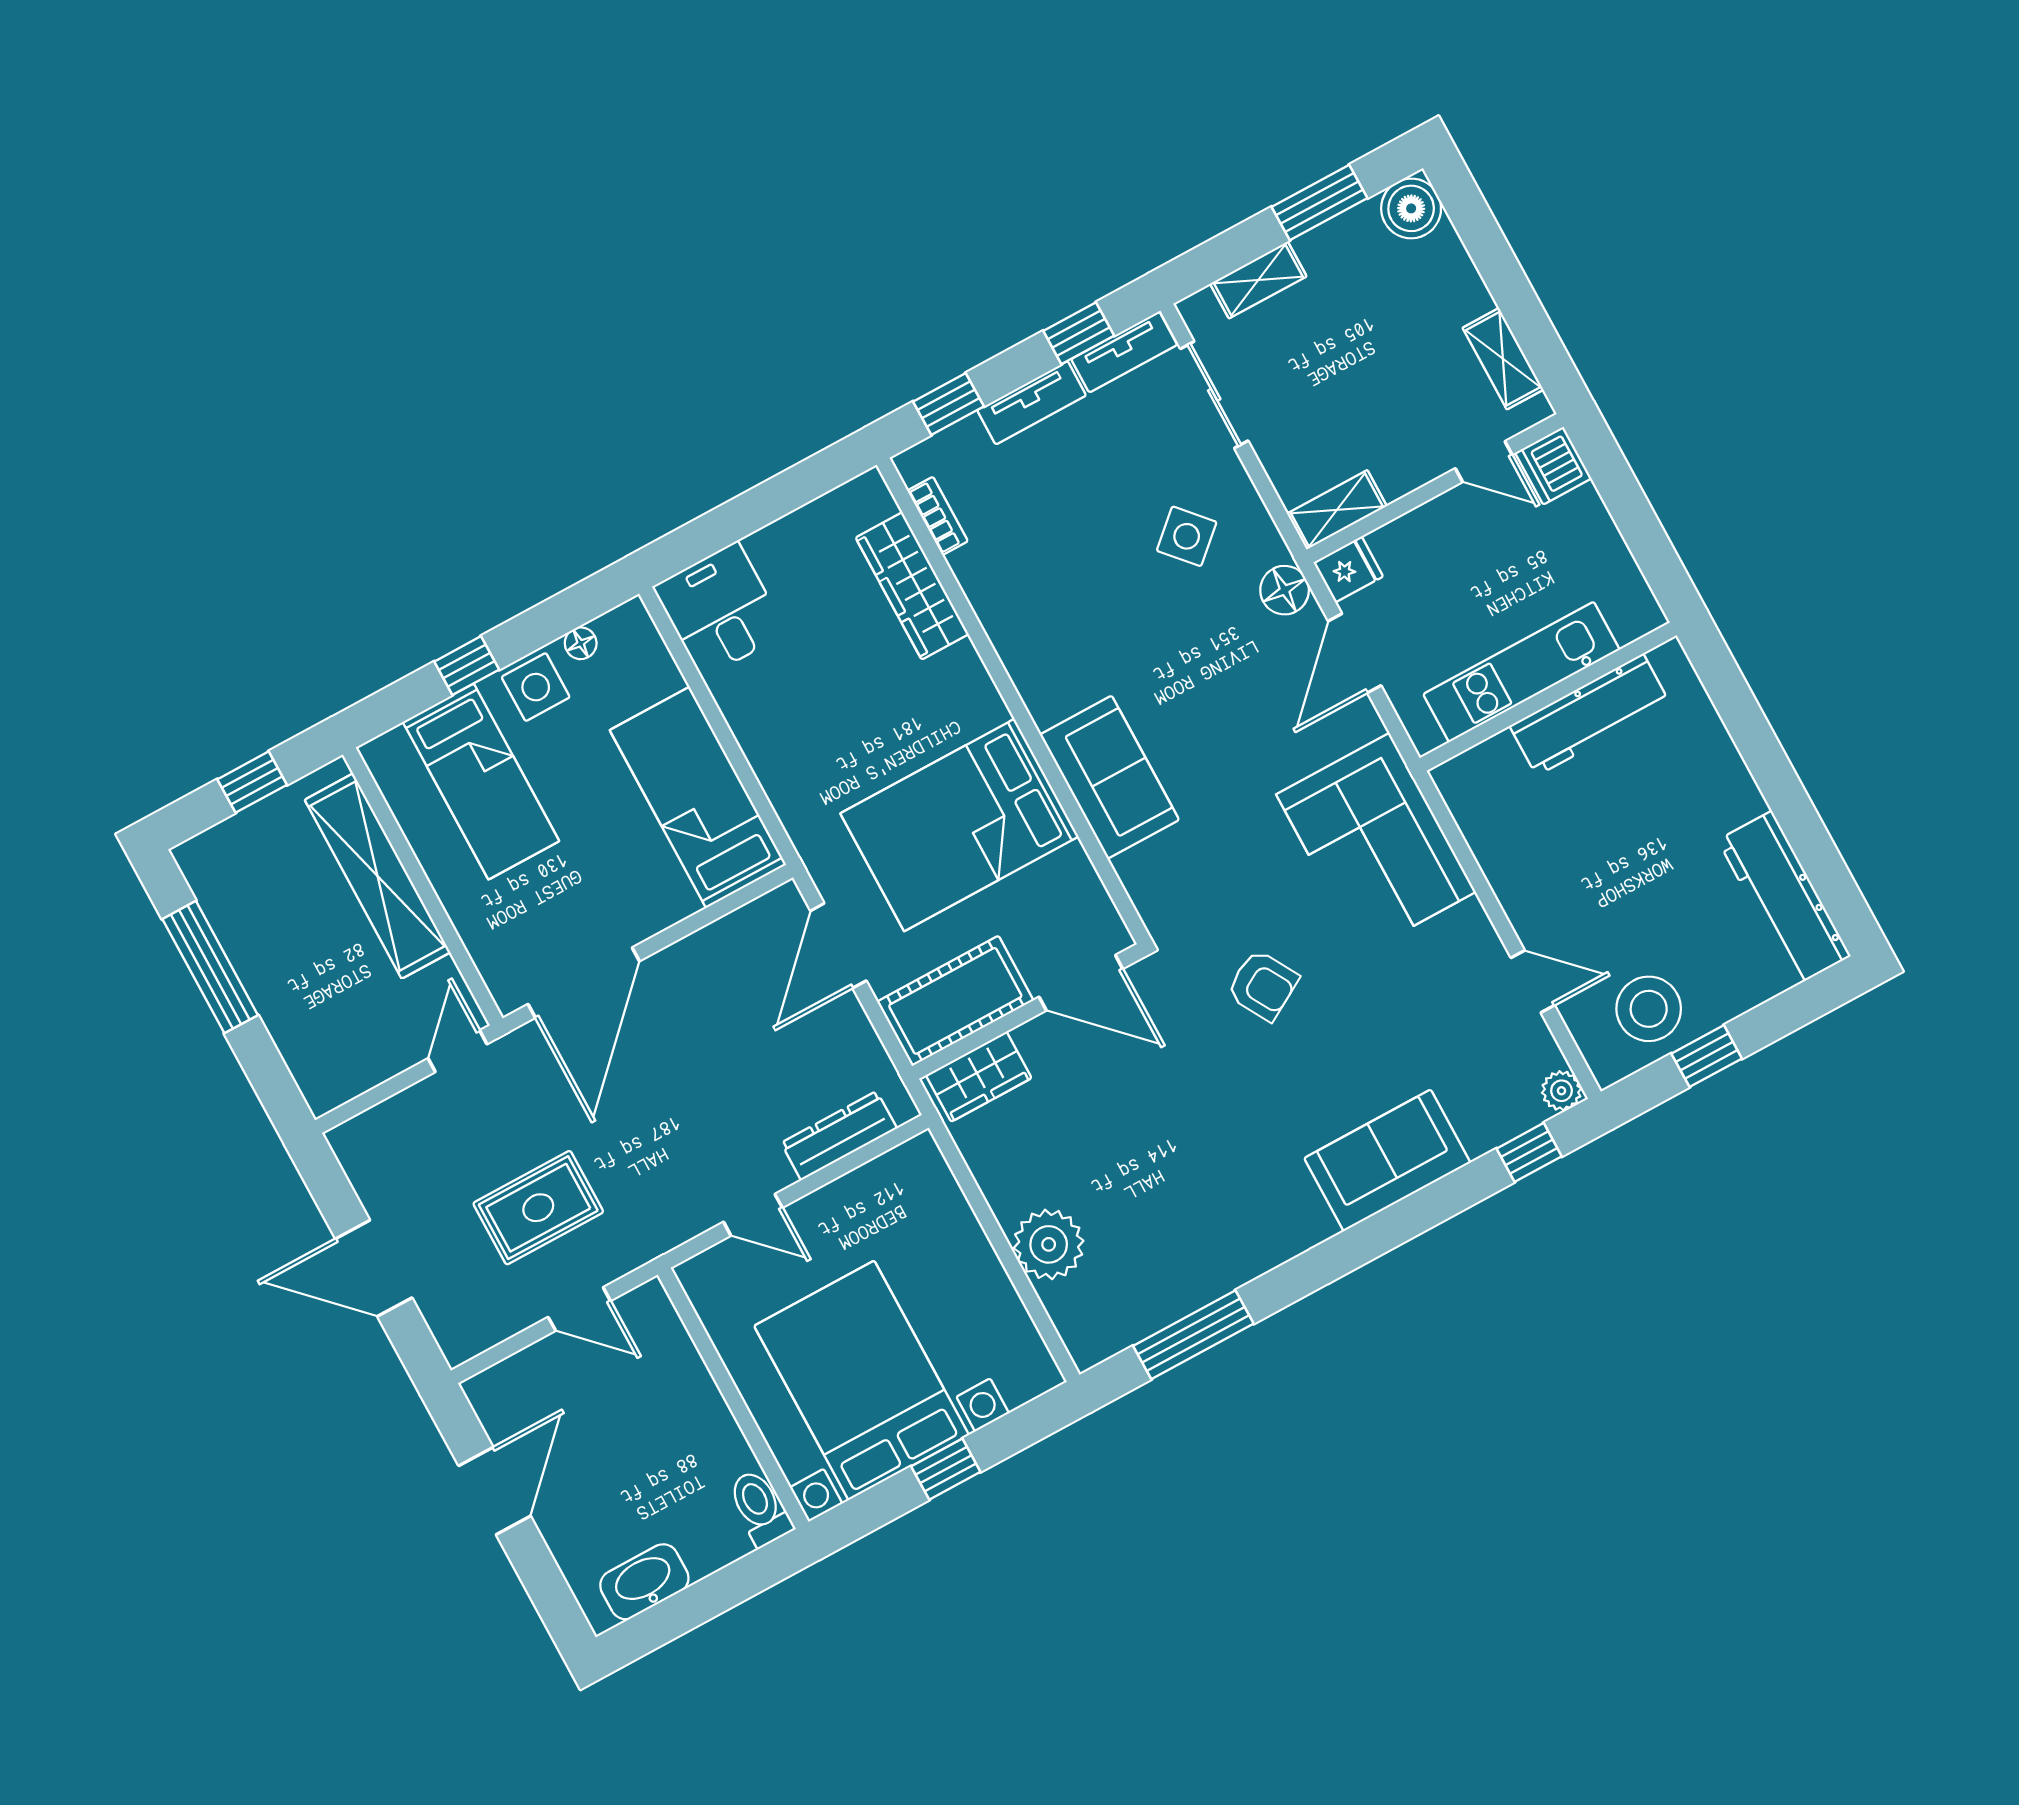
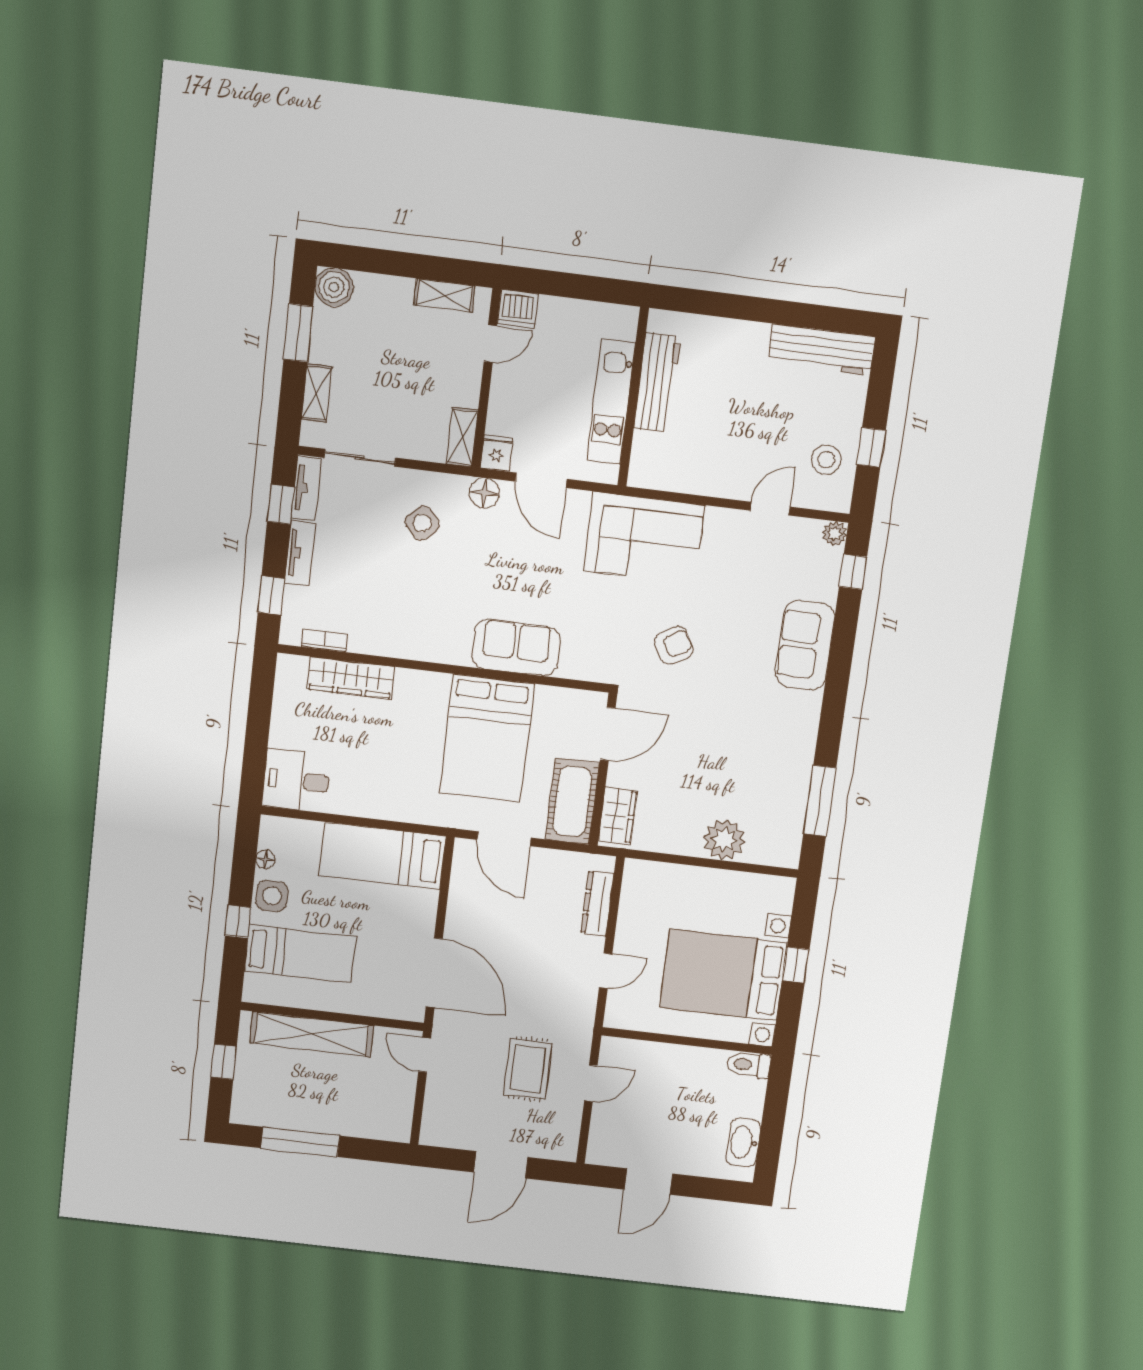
stool: (1649, 1009) -> (826, 460), width x0.73, depth x0.73
door: (495, 1491) -> (648, 1182), swing flipped

